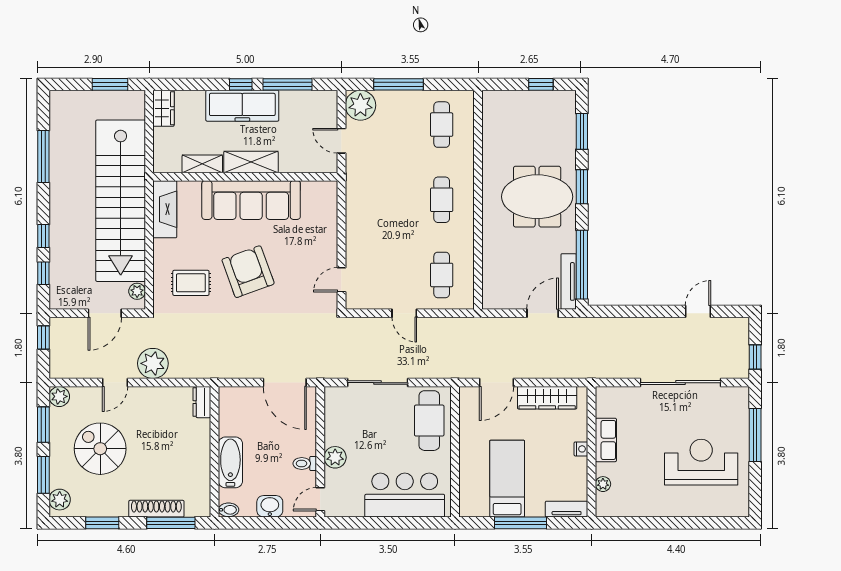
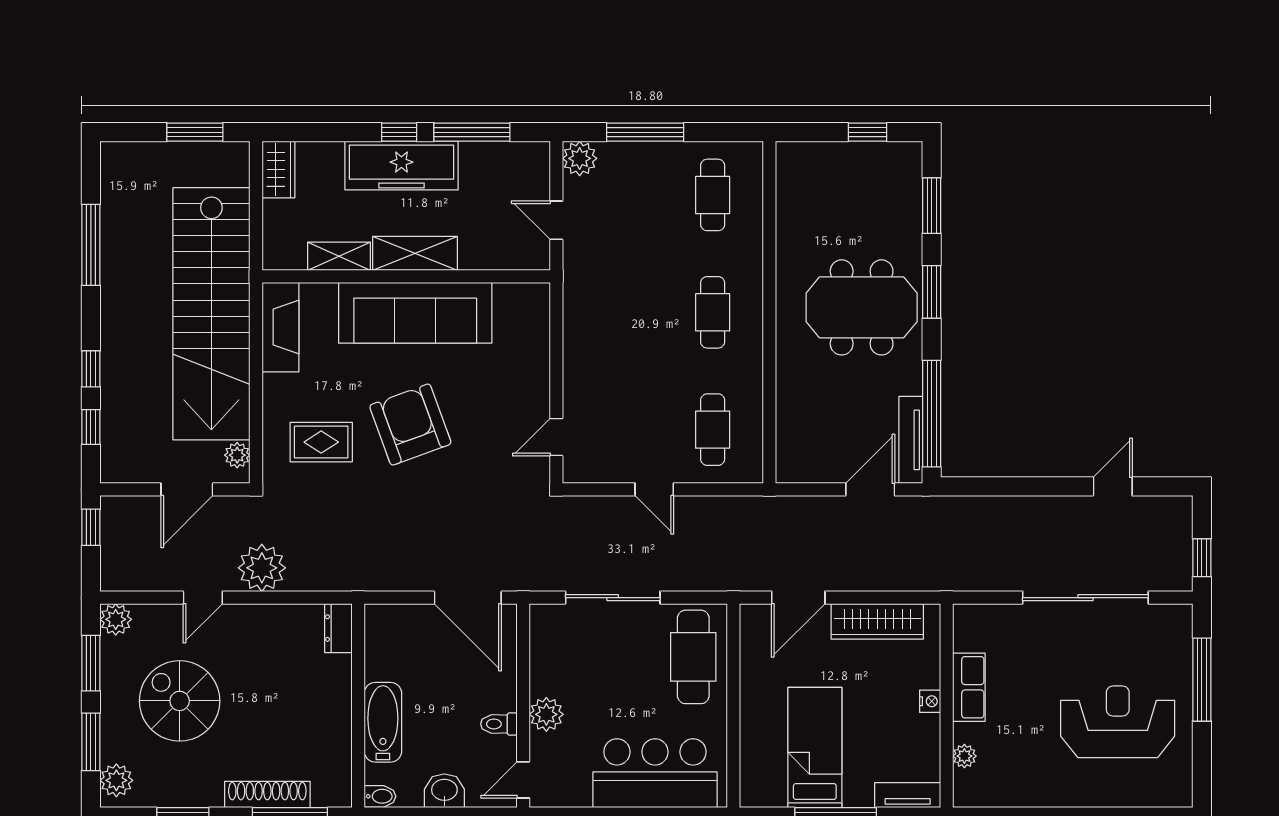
plant: (360, 105) -> (580, 158), width x0.73, depth x0.73

